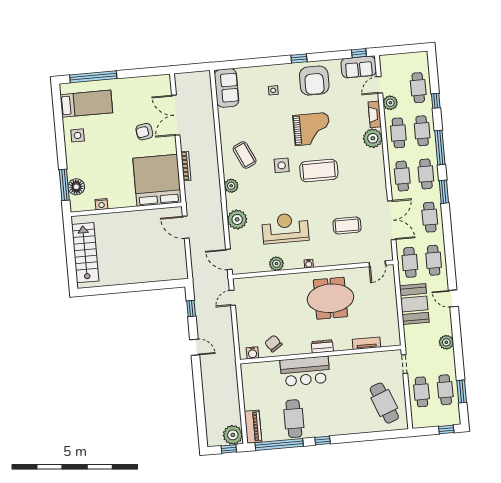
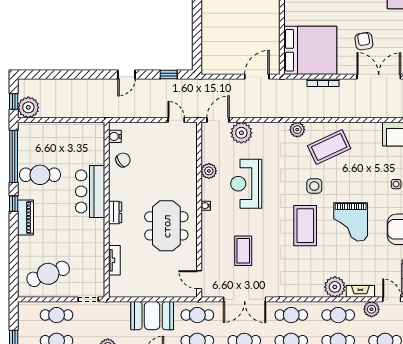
coffee table: (245, 155) -> (329, 147), width x1.36, depth x1.32
plant: (237, 219) -> (241, 133), moved
reception desk: (285, 228) -> (246, 184), turned 180
piano: (253, 427) -> (26, 218), moved, turned -90

